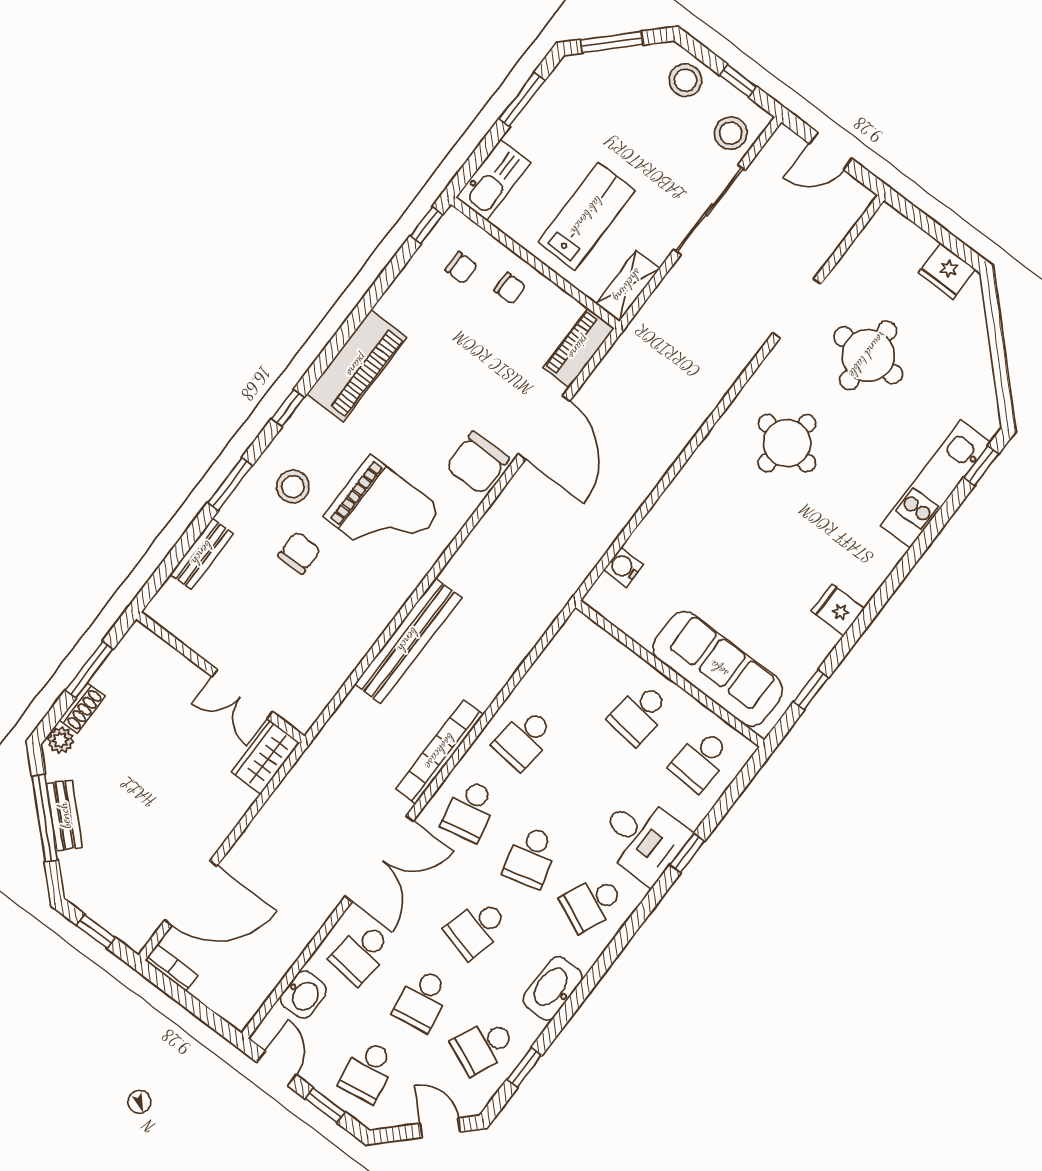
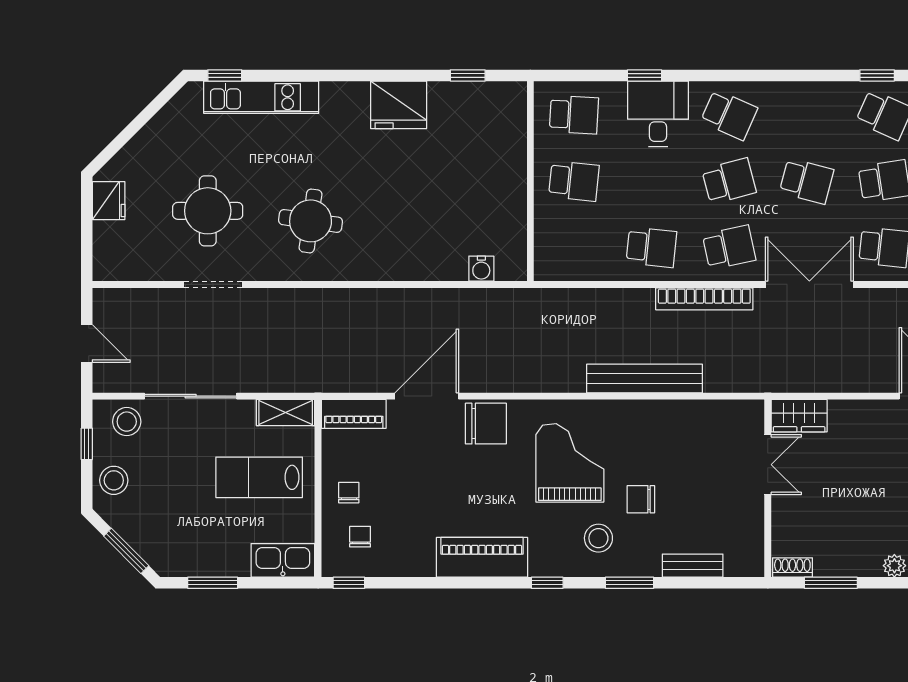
fridge: (838, 610) -> (399, 105), width x1.88, depth x1.34
sofa: (718, 669) -> (502, 151), removed
shoe rack: (82, 708) -> (792, 567), moved
washbasin: (553, 988) -> (808, 97), removed

